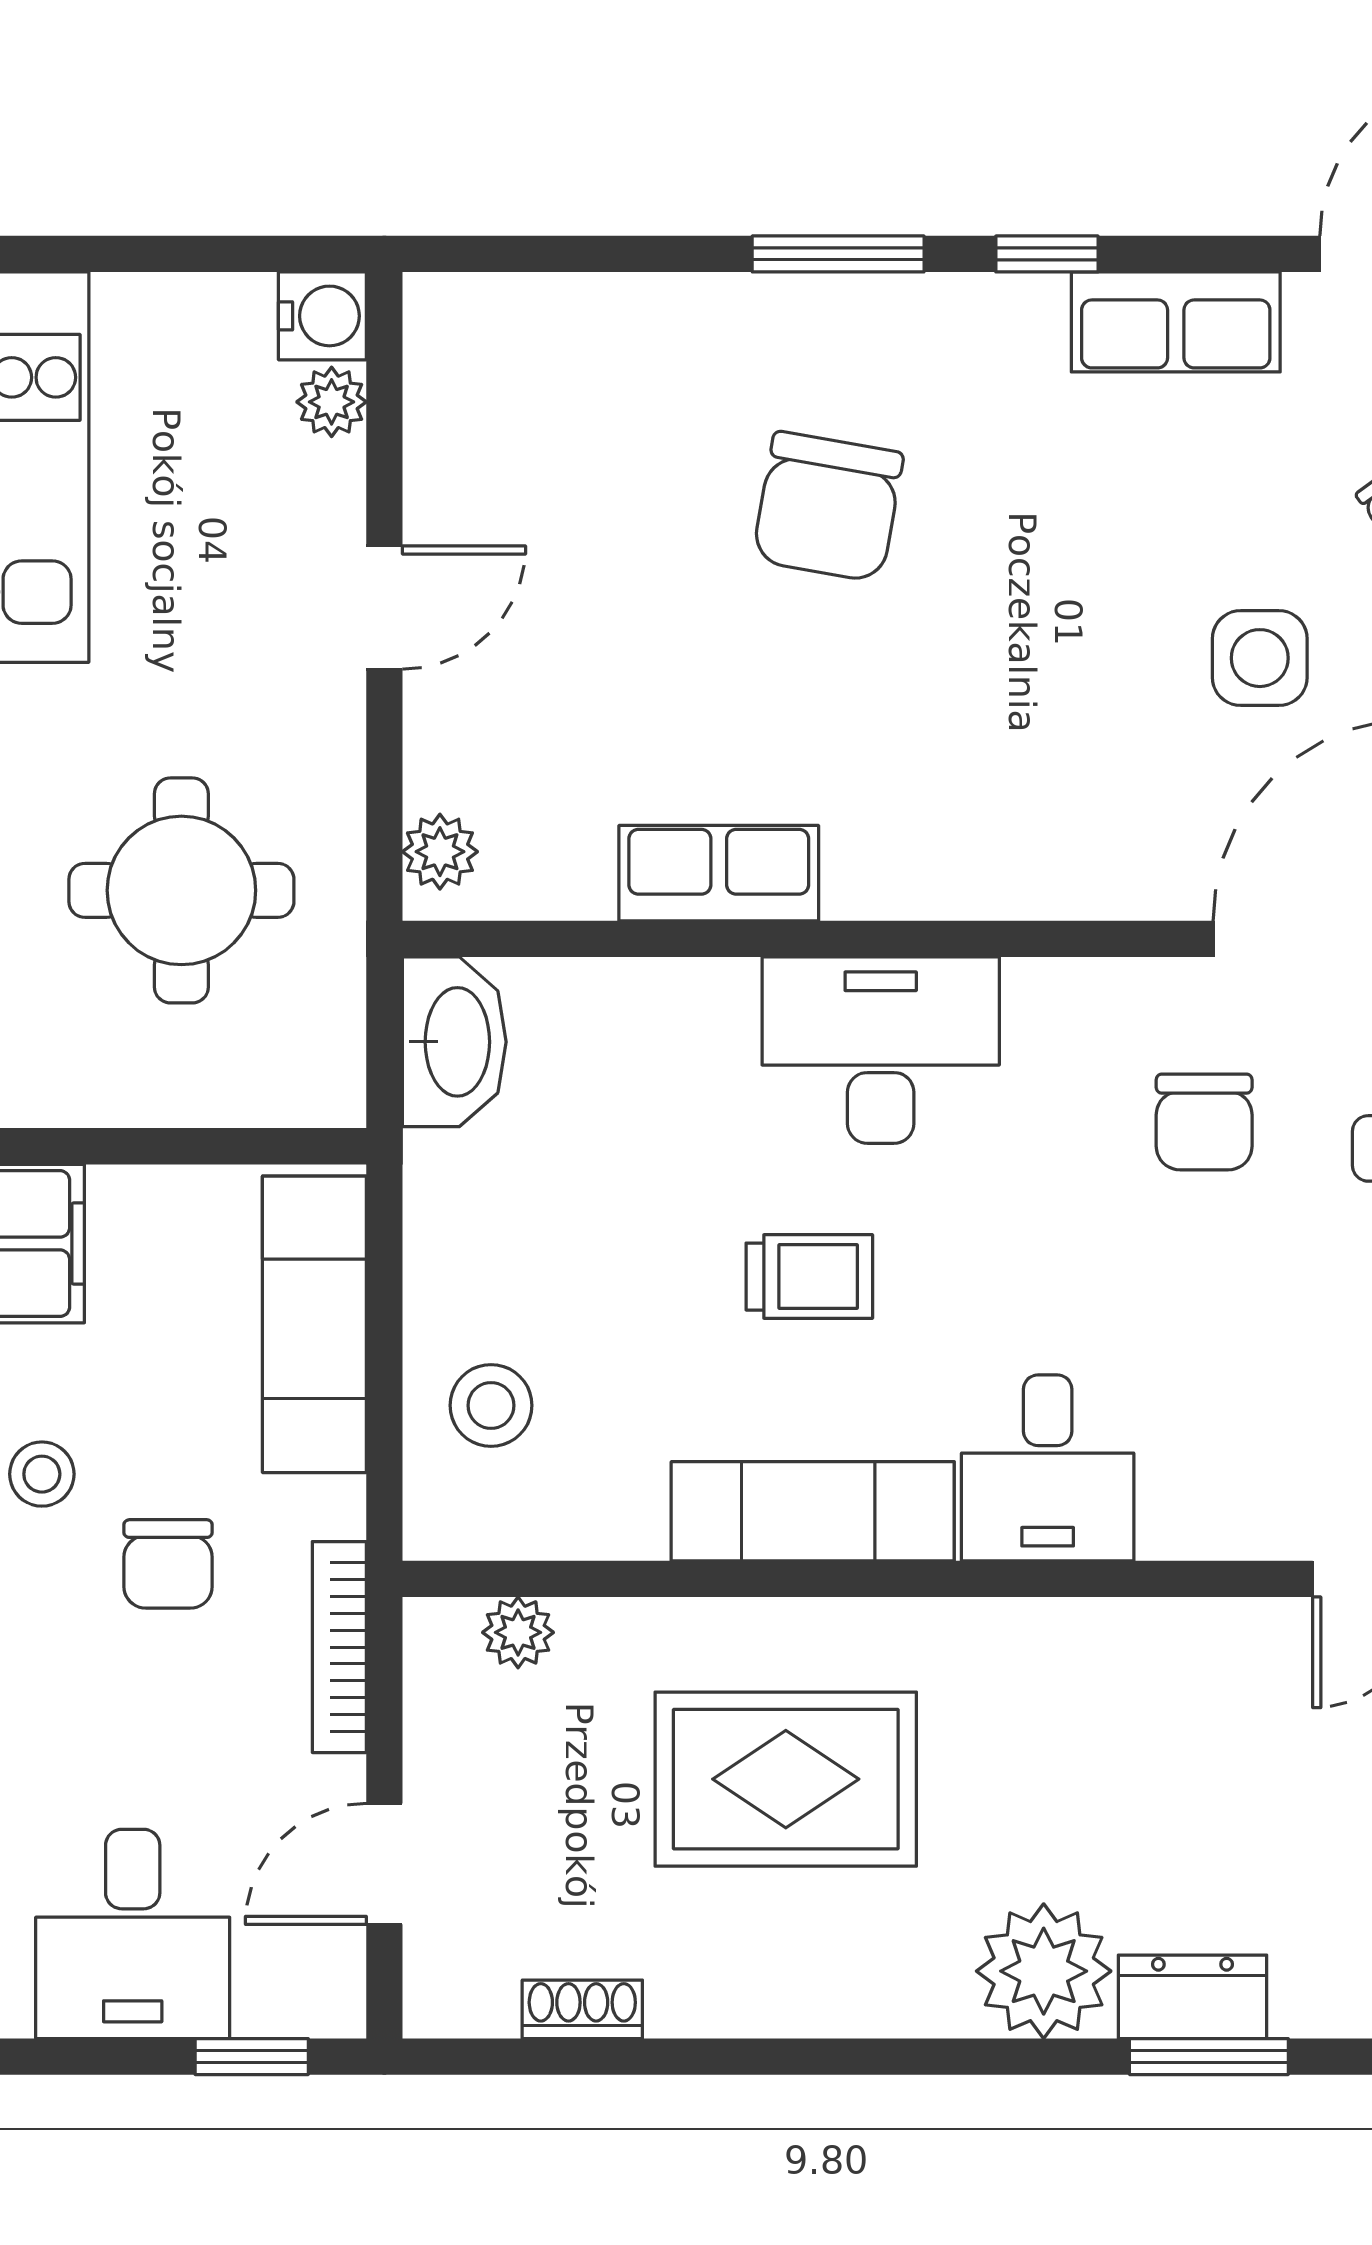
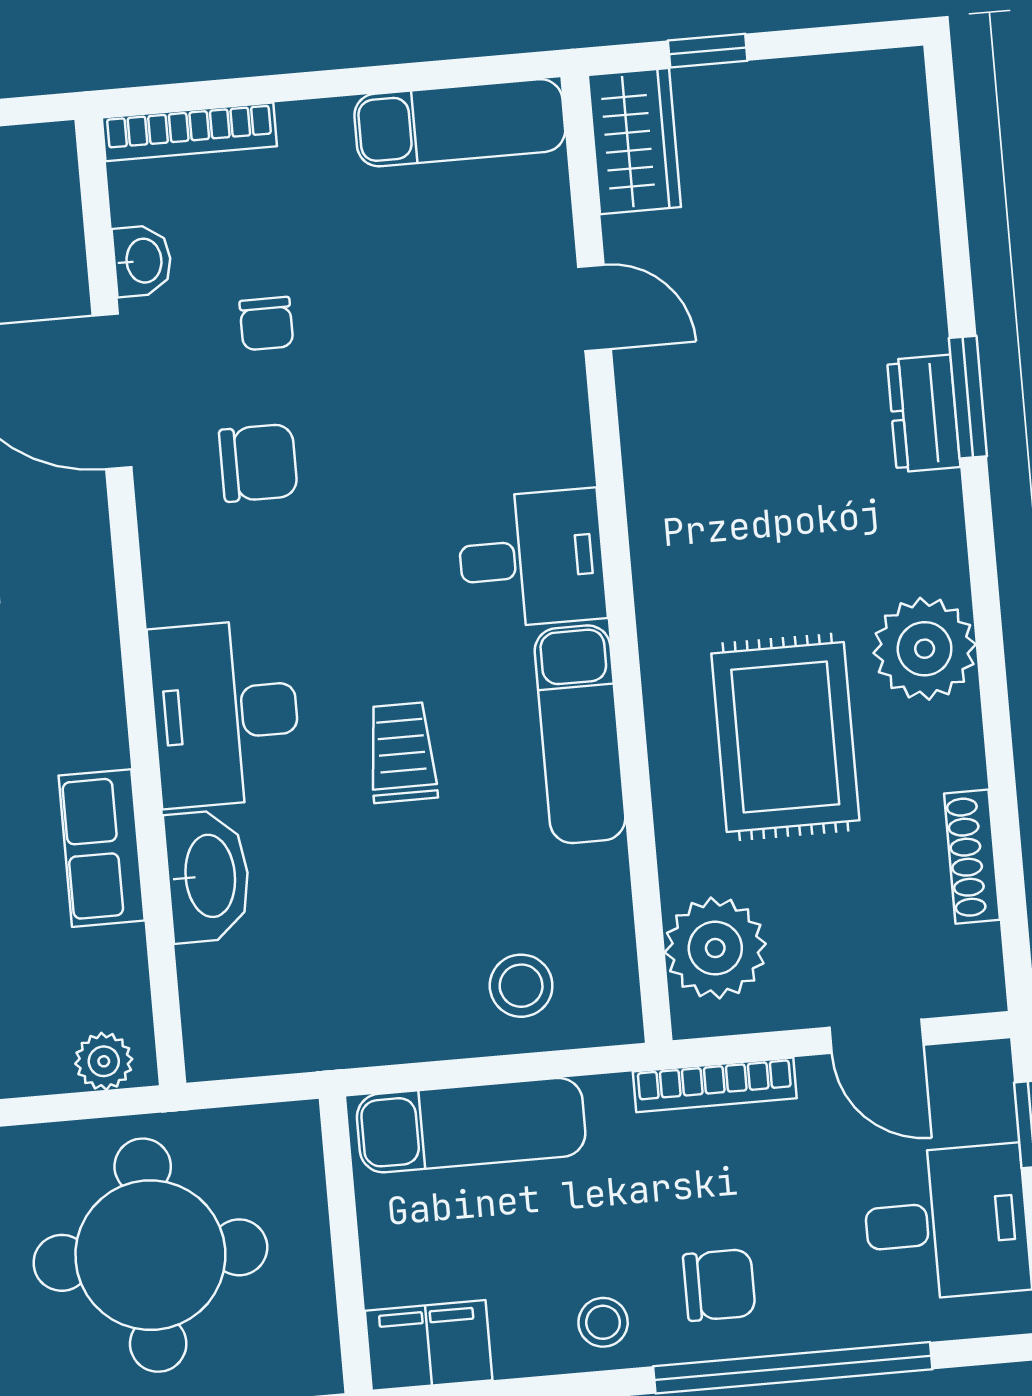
round table: (181, 890) -> (150, 1255), width x1.36, depth x1.36
washbasin: (454, 1042) -> (208, 876), moved, turned 90
chair: (168, 1564) -> (719, 1285), moved
plant: (518, 1632) -> (715, 948), width x1.88, depth x1.88
plant: (1044, 1971) -> (925, 649), moved
shoe rack: (582, 2009) -> (972, 857), width x1.43

